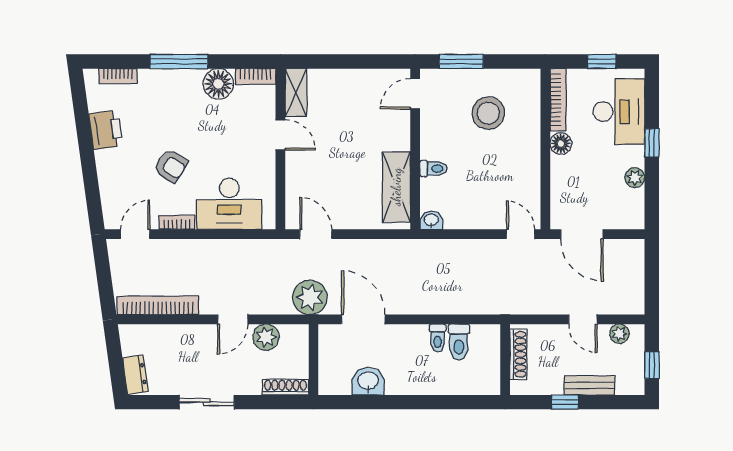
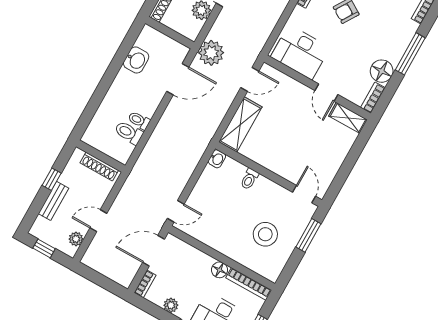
door: (280, 135) -> (326, 93), hinge flipped
shelving: (396, 187) -> (240, 125), moved, turned 90
desk: (229, 204) -> (300, 52), moved, turned -90
bookcase: (627, 222) -> (145, 284), added

